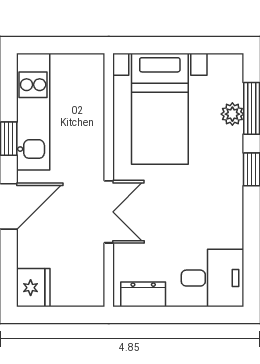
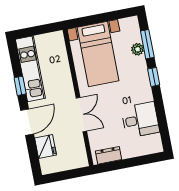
desk: (213, 278) -> (140, 120), moved
fridge: (33, 288) -> (46, 146), moved

